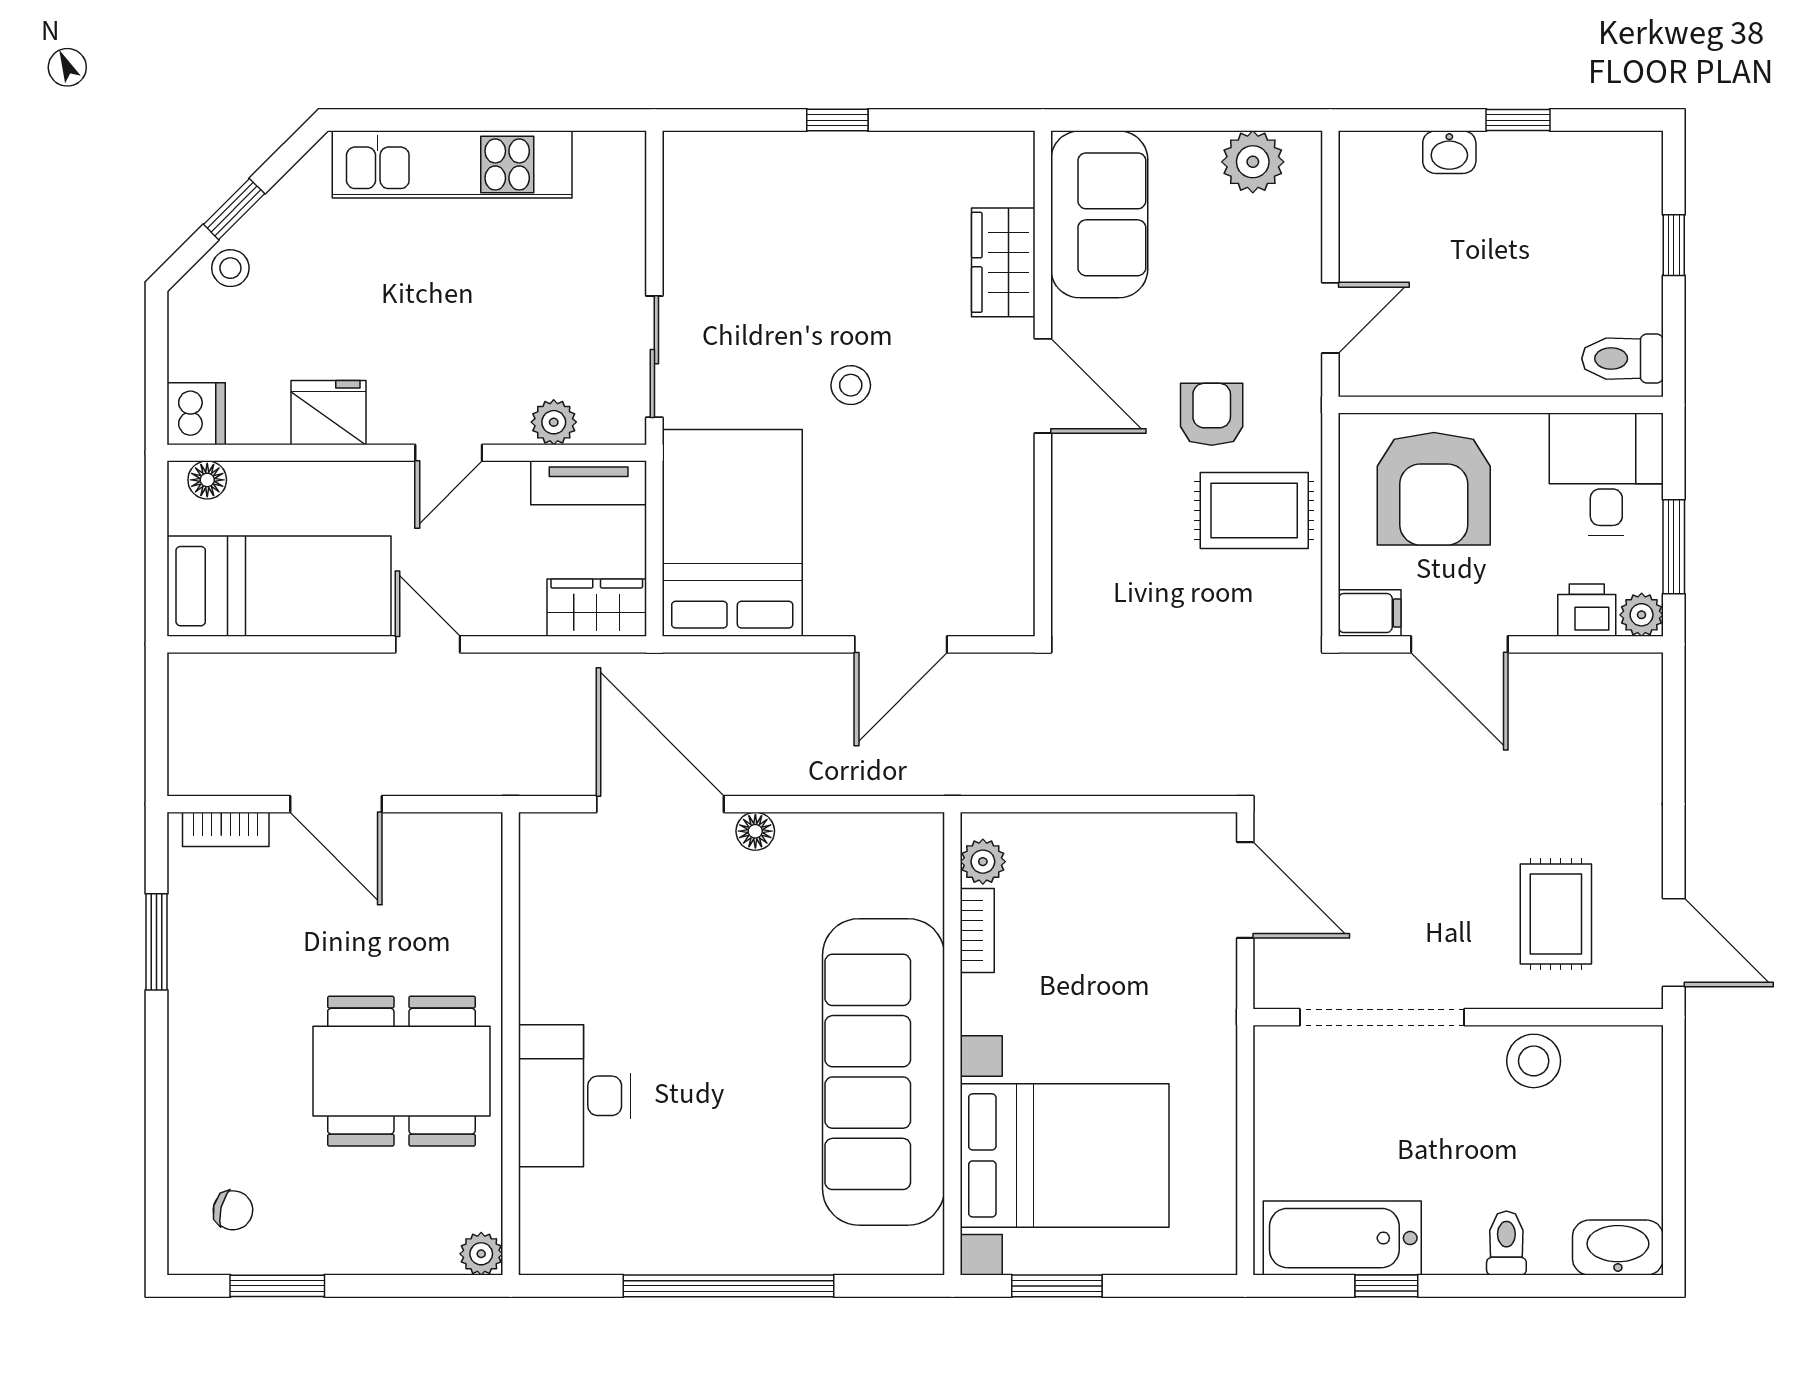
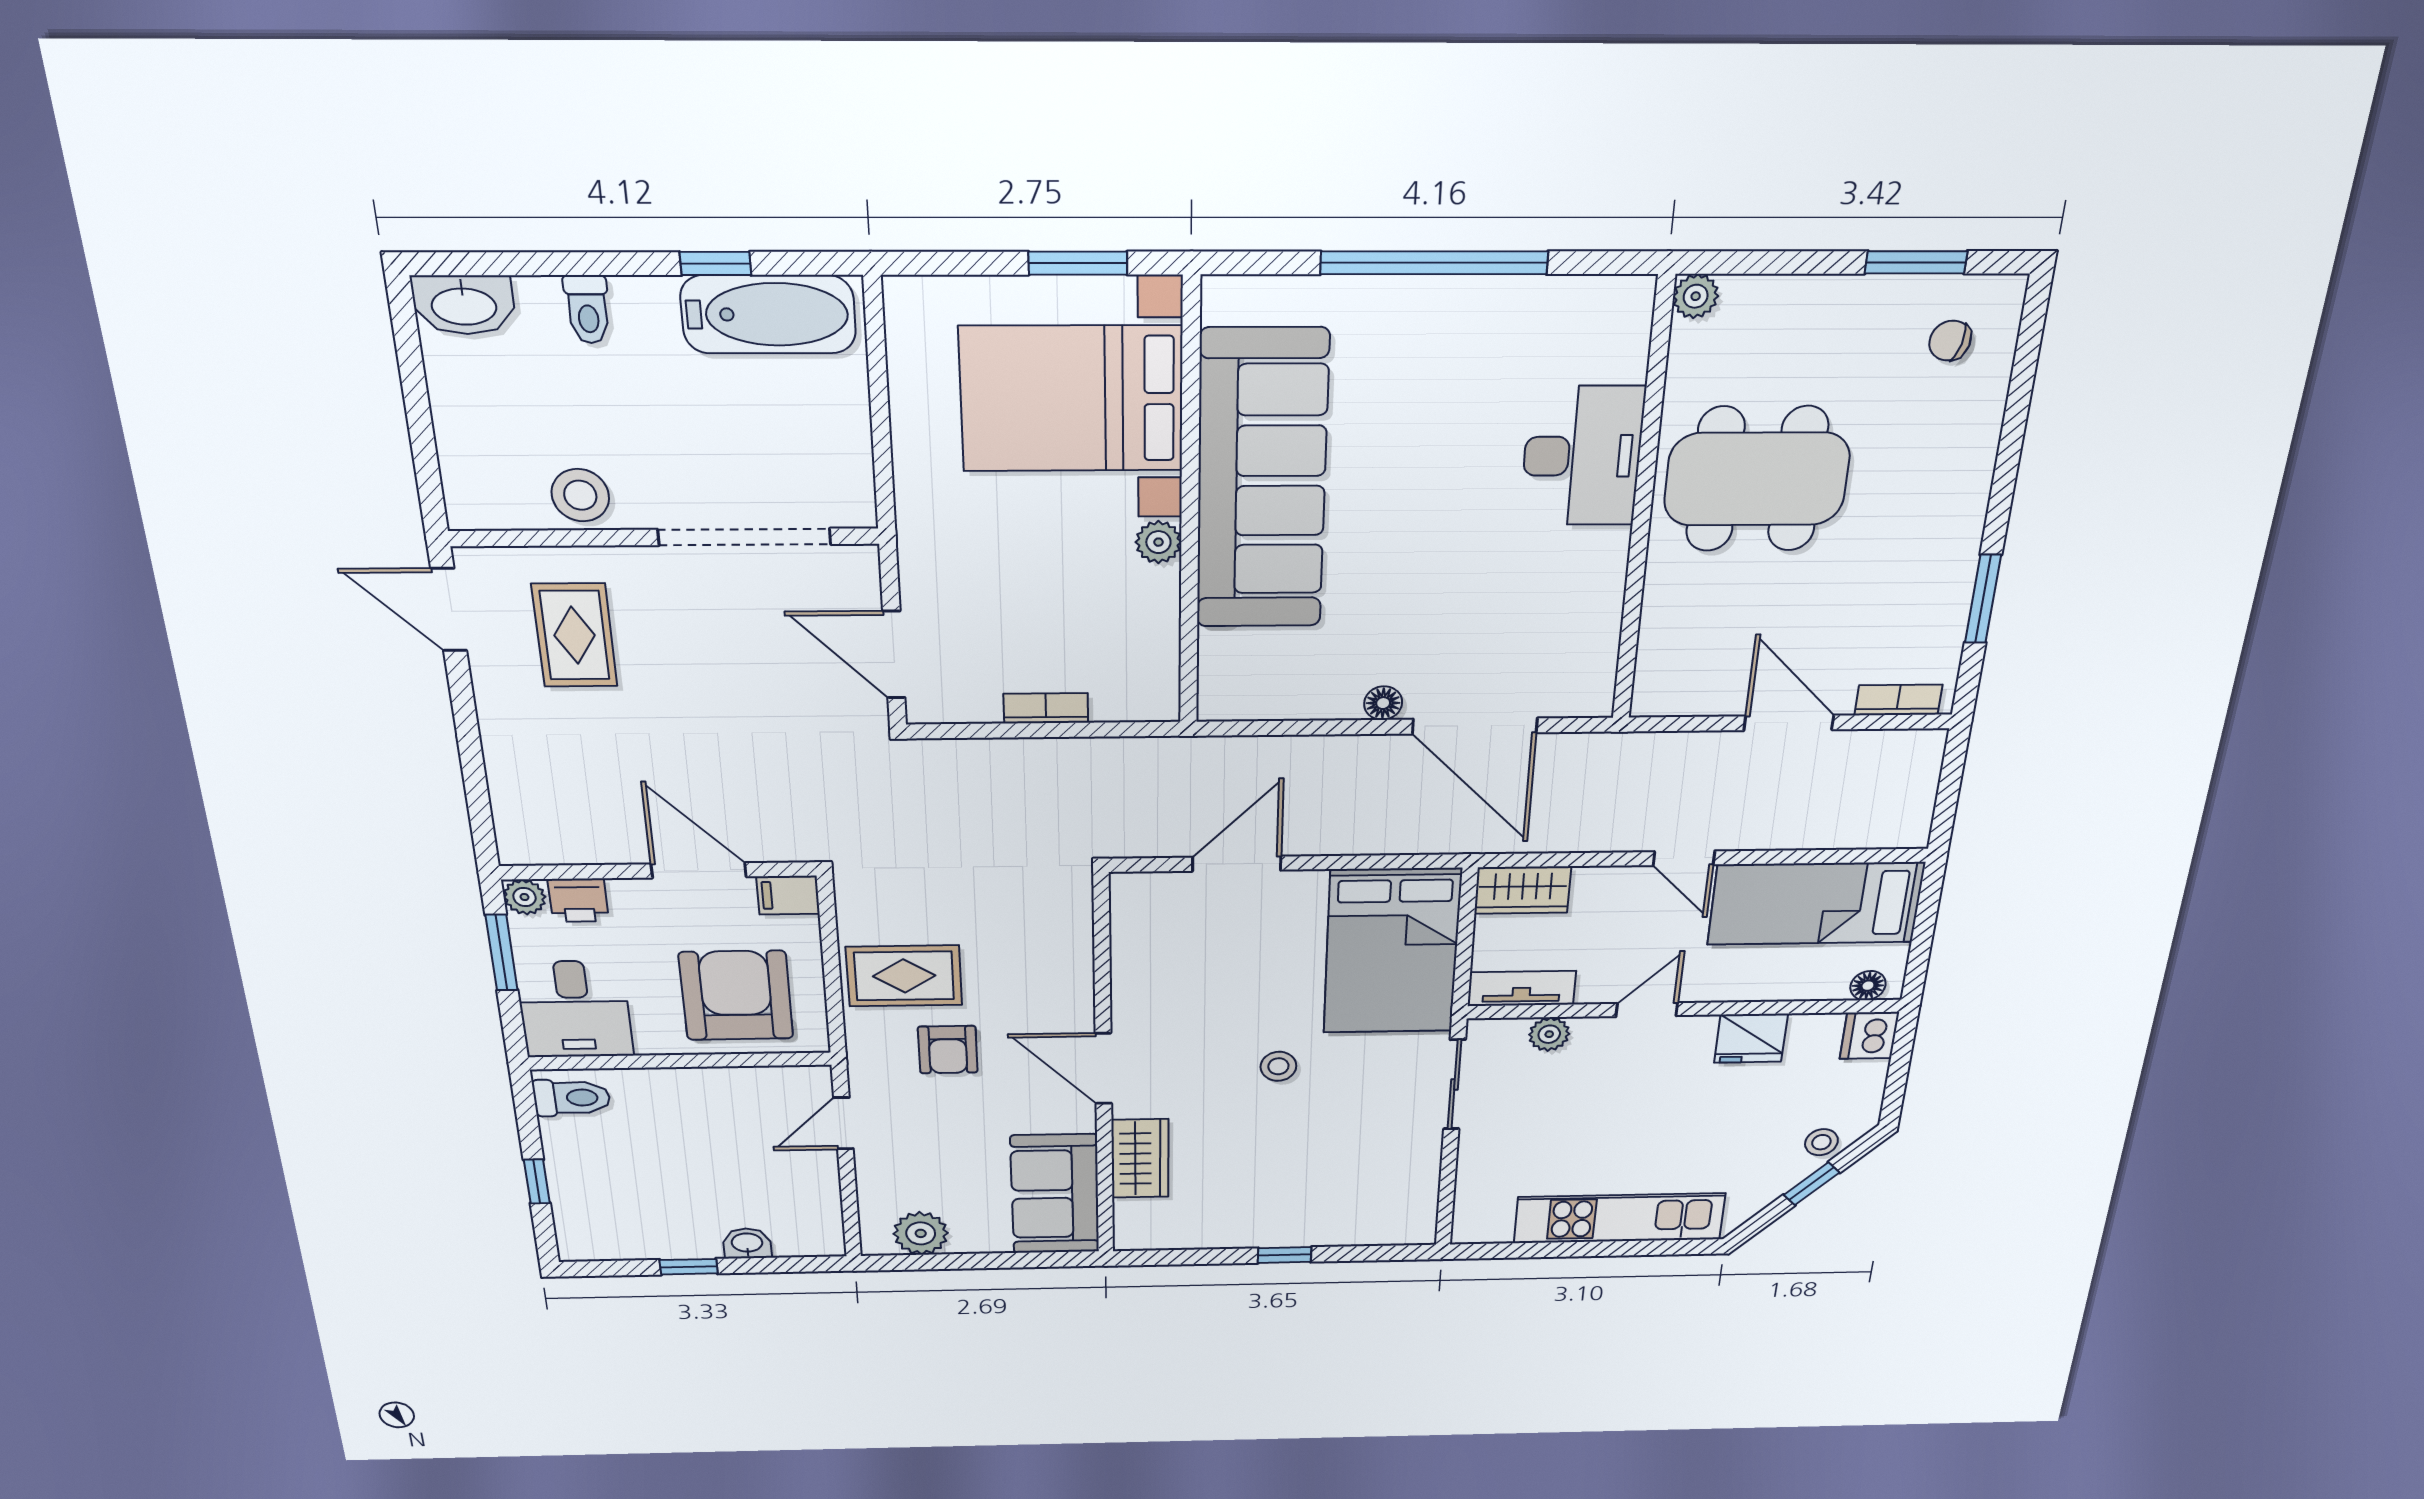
plant: (983, 862) -> (1158, 542), moved
bookcase: (977, 930) -> (1046, 708), moved, turned 90

